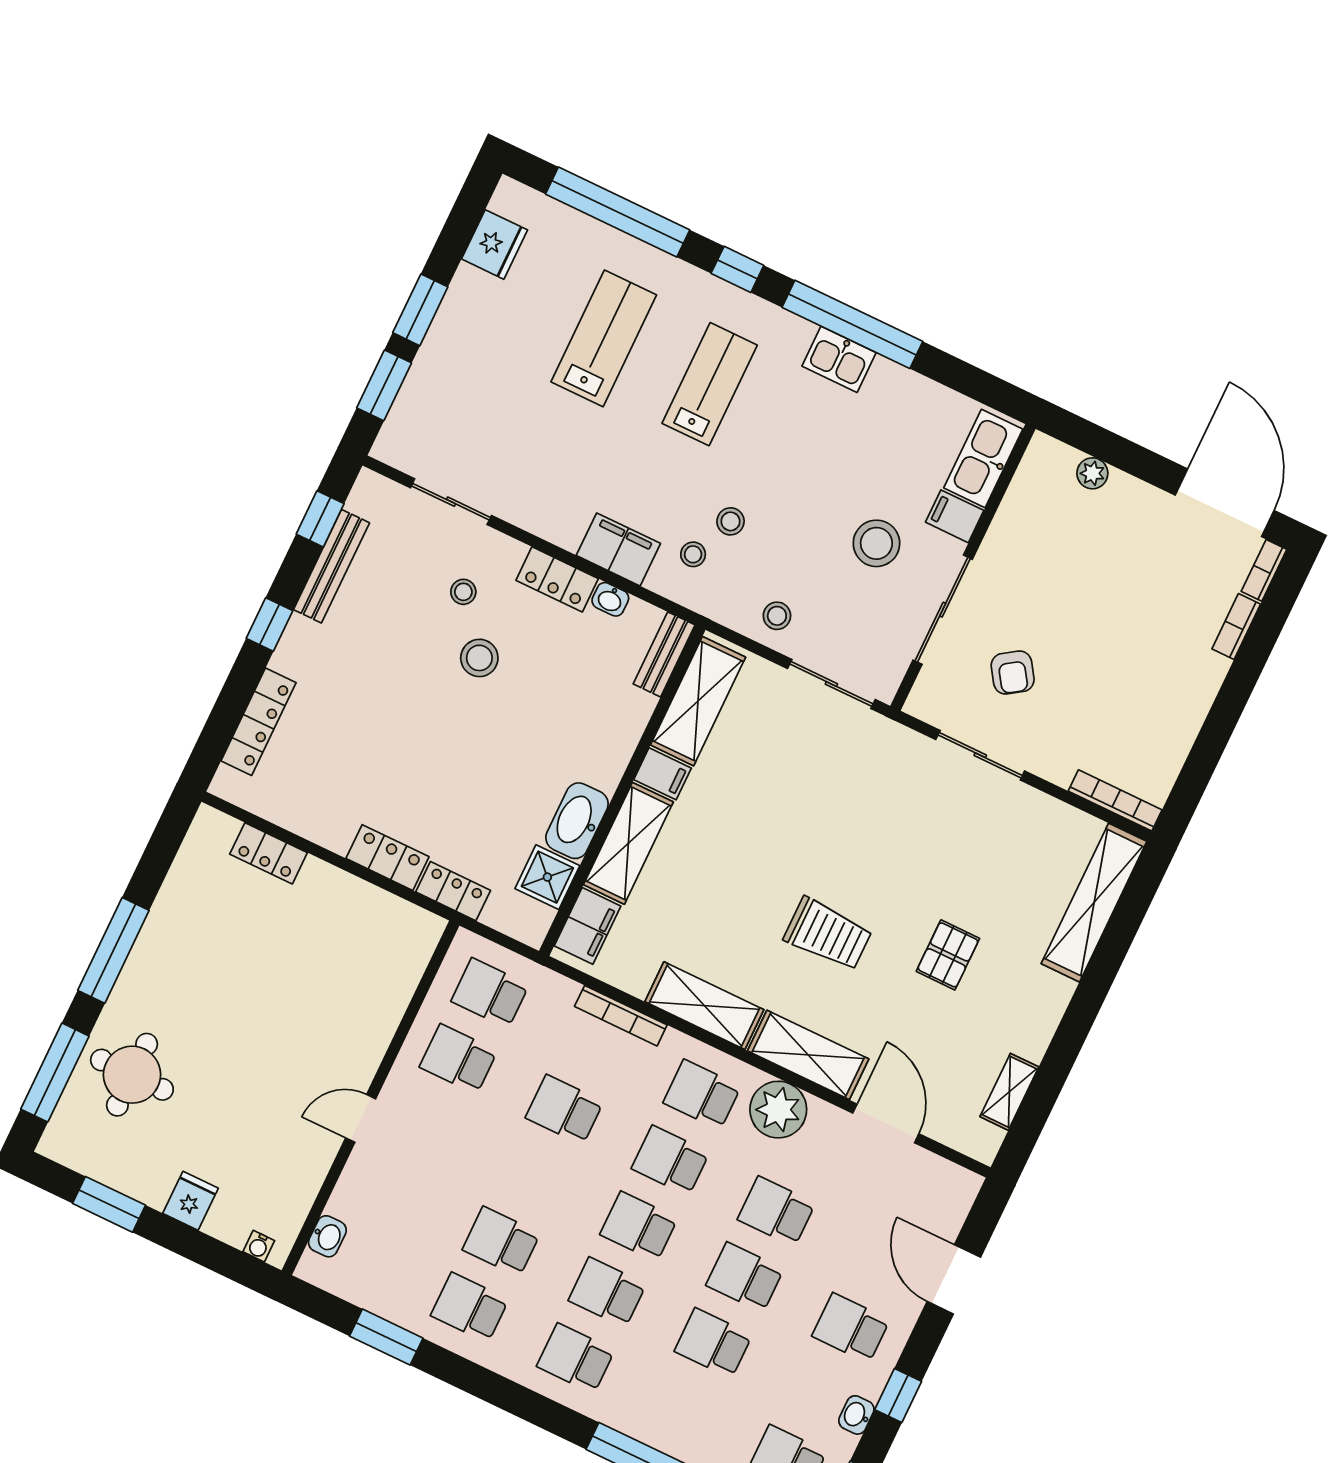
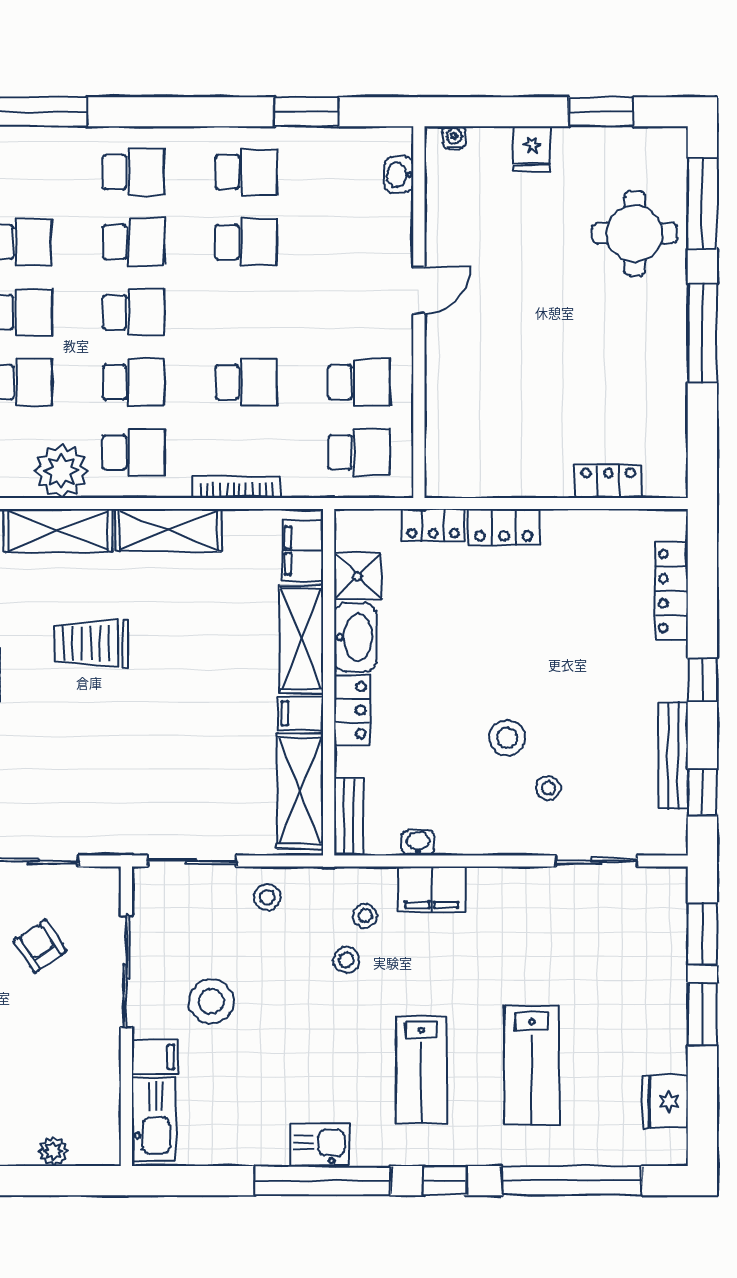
locker: (557, 579) -> (352, 710), moved, turned 90

